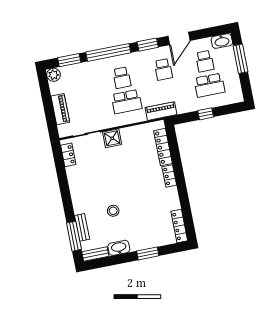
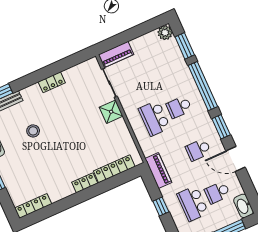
piano: (60, 109) -> (116, 55), moved
piano: (161, 111) -> (158, 170), moved
locker: (68, 155) -> (52, 82), moved

